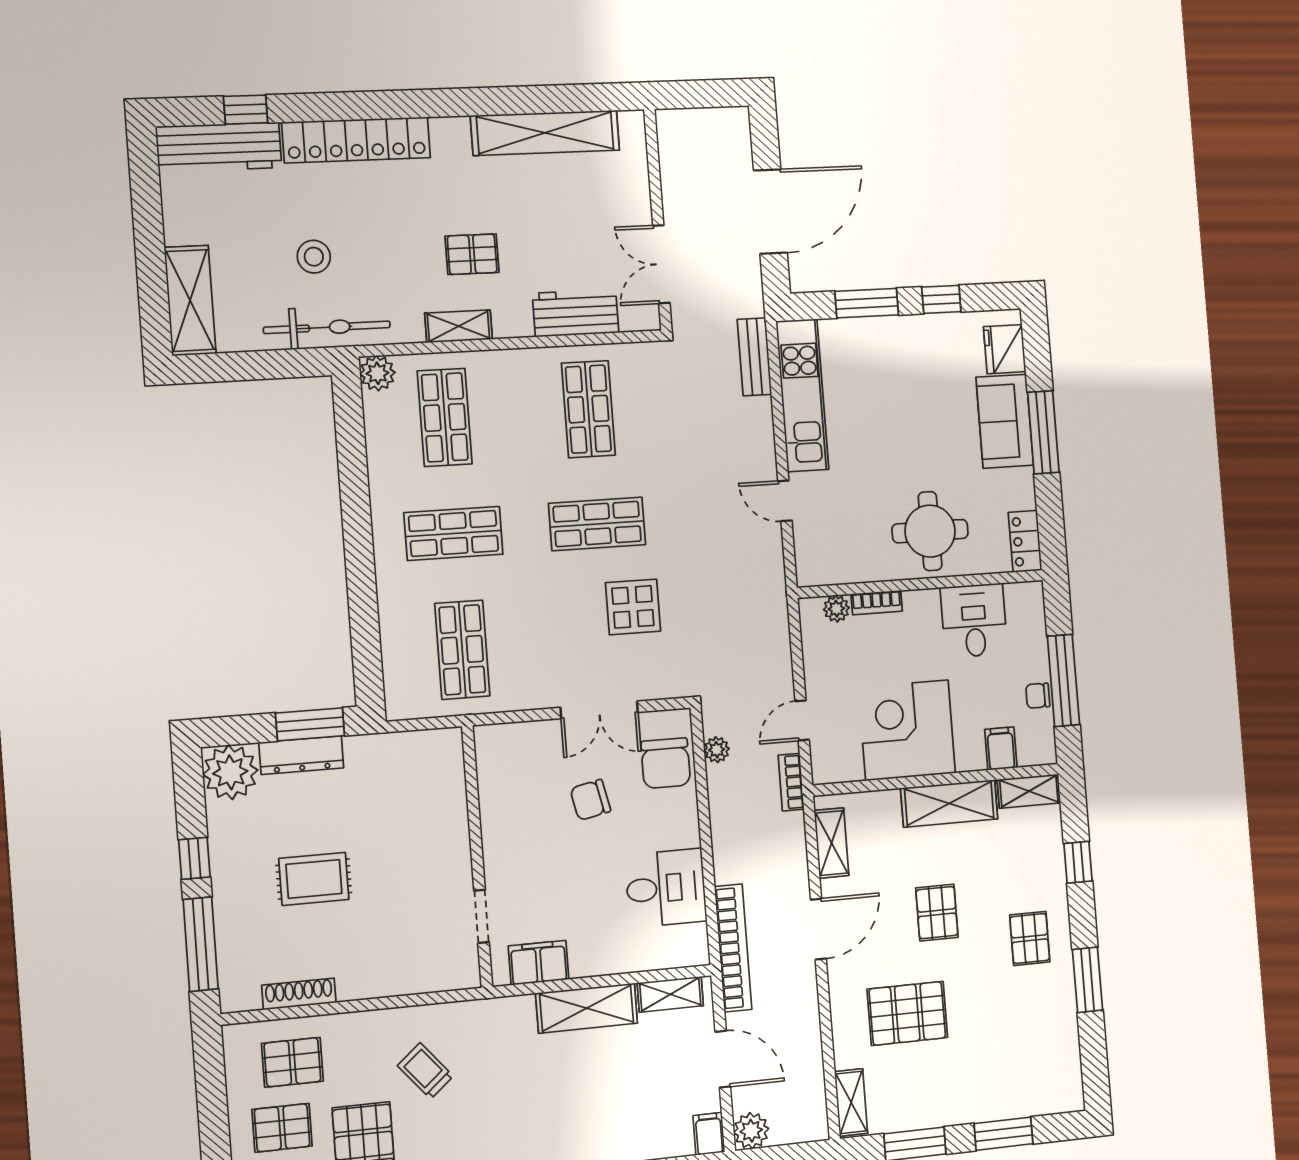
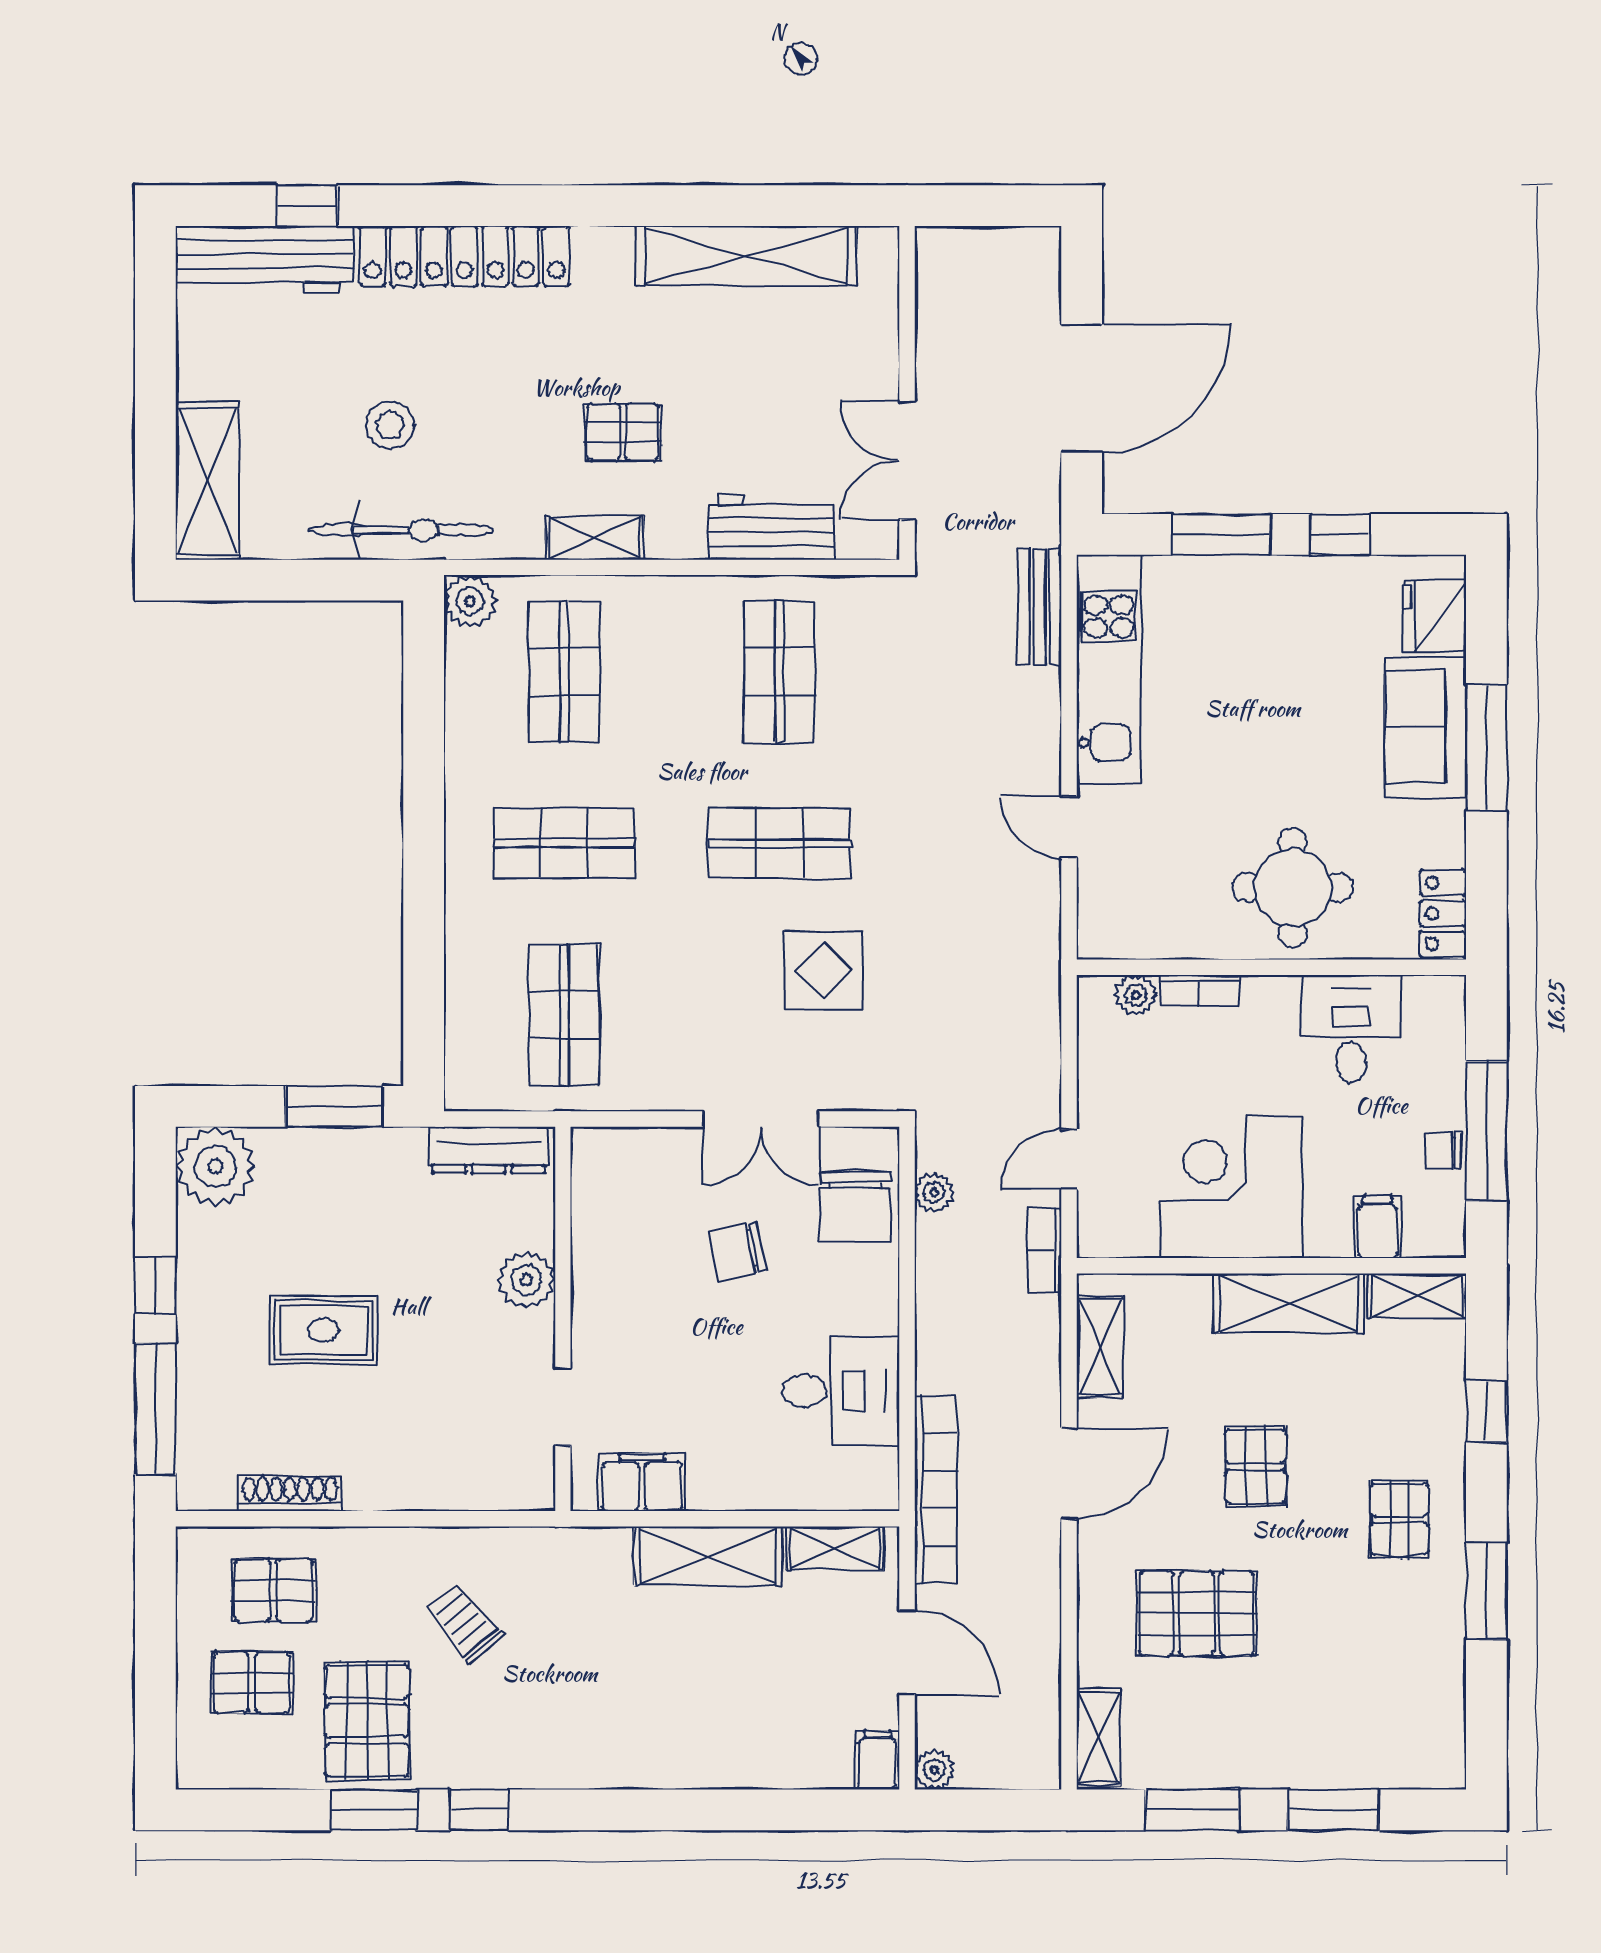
dresser: (301, 755) -> (488, 1150), moved
plant: (450, 832) -> (527, 1280), added
plant: (751, 1131) -> (934, 1770), width x0.73, depth x0.73

